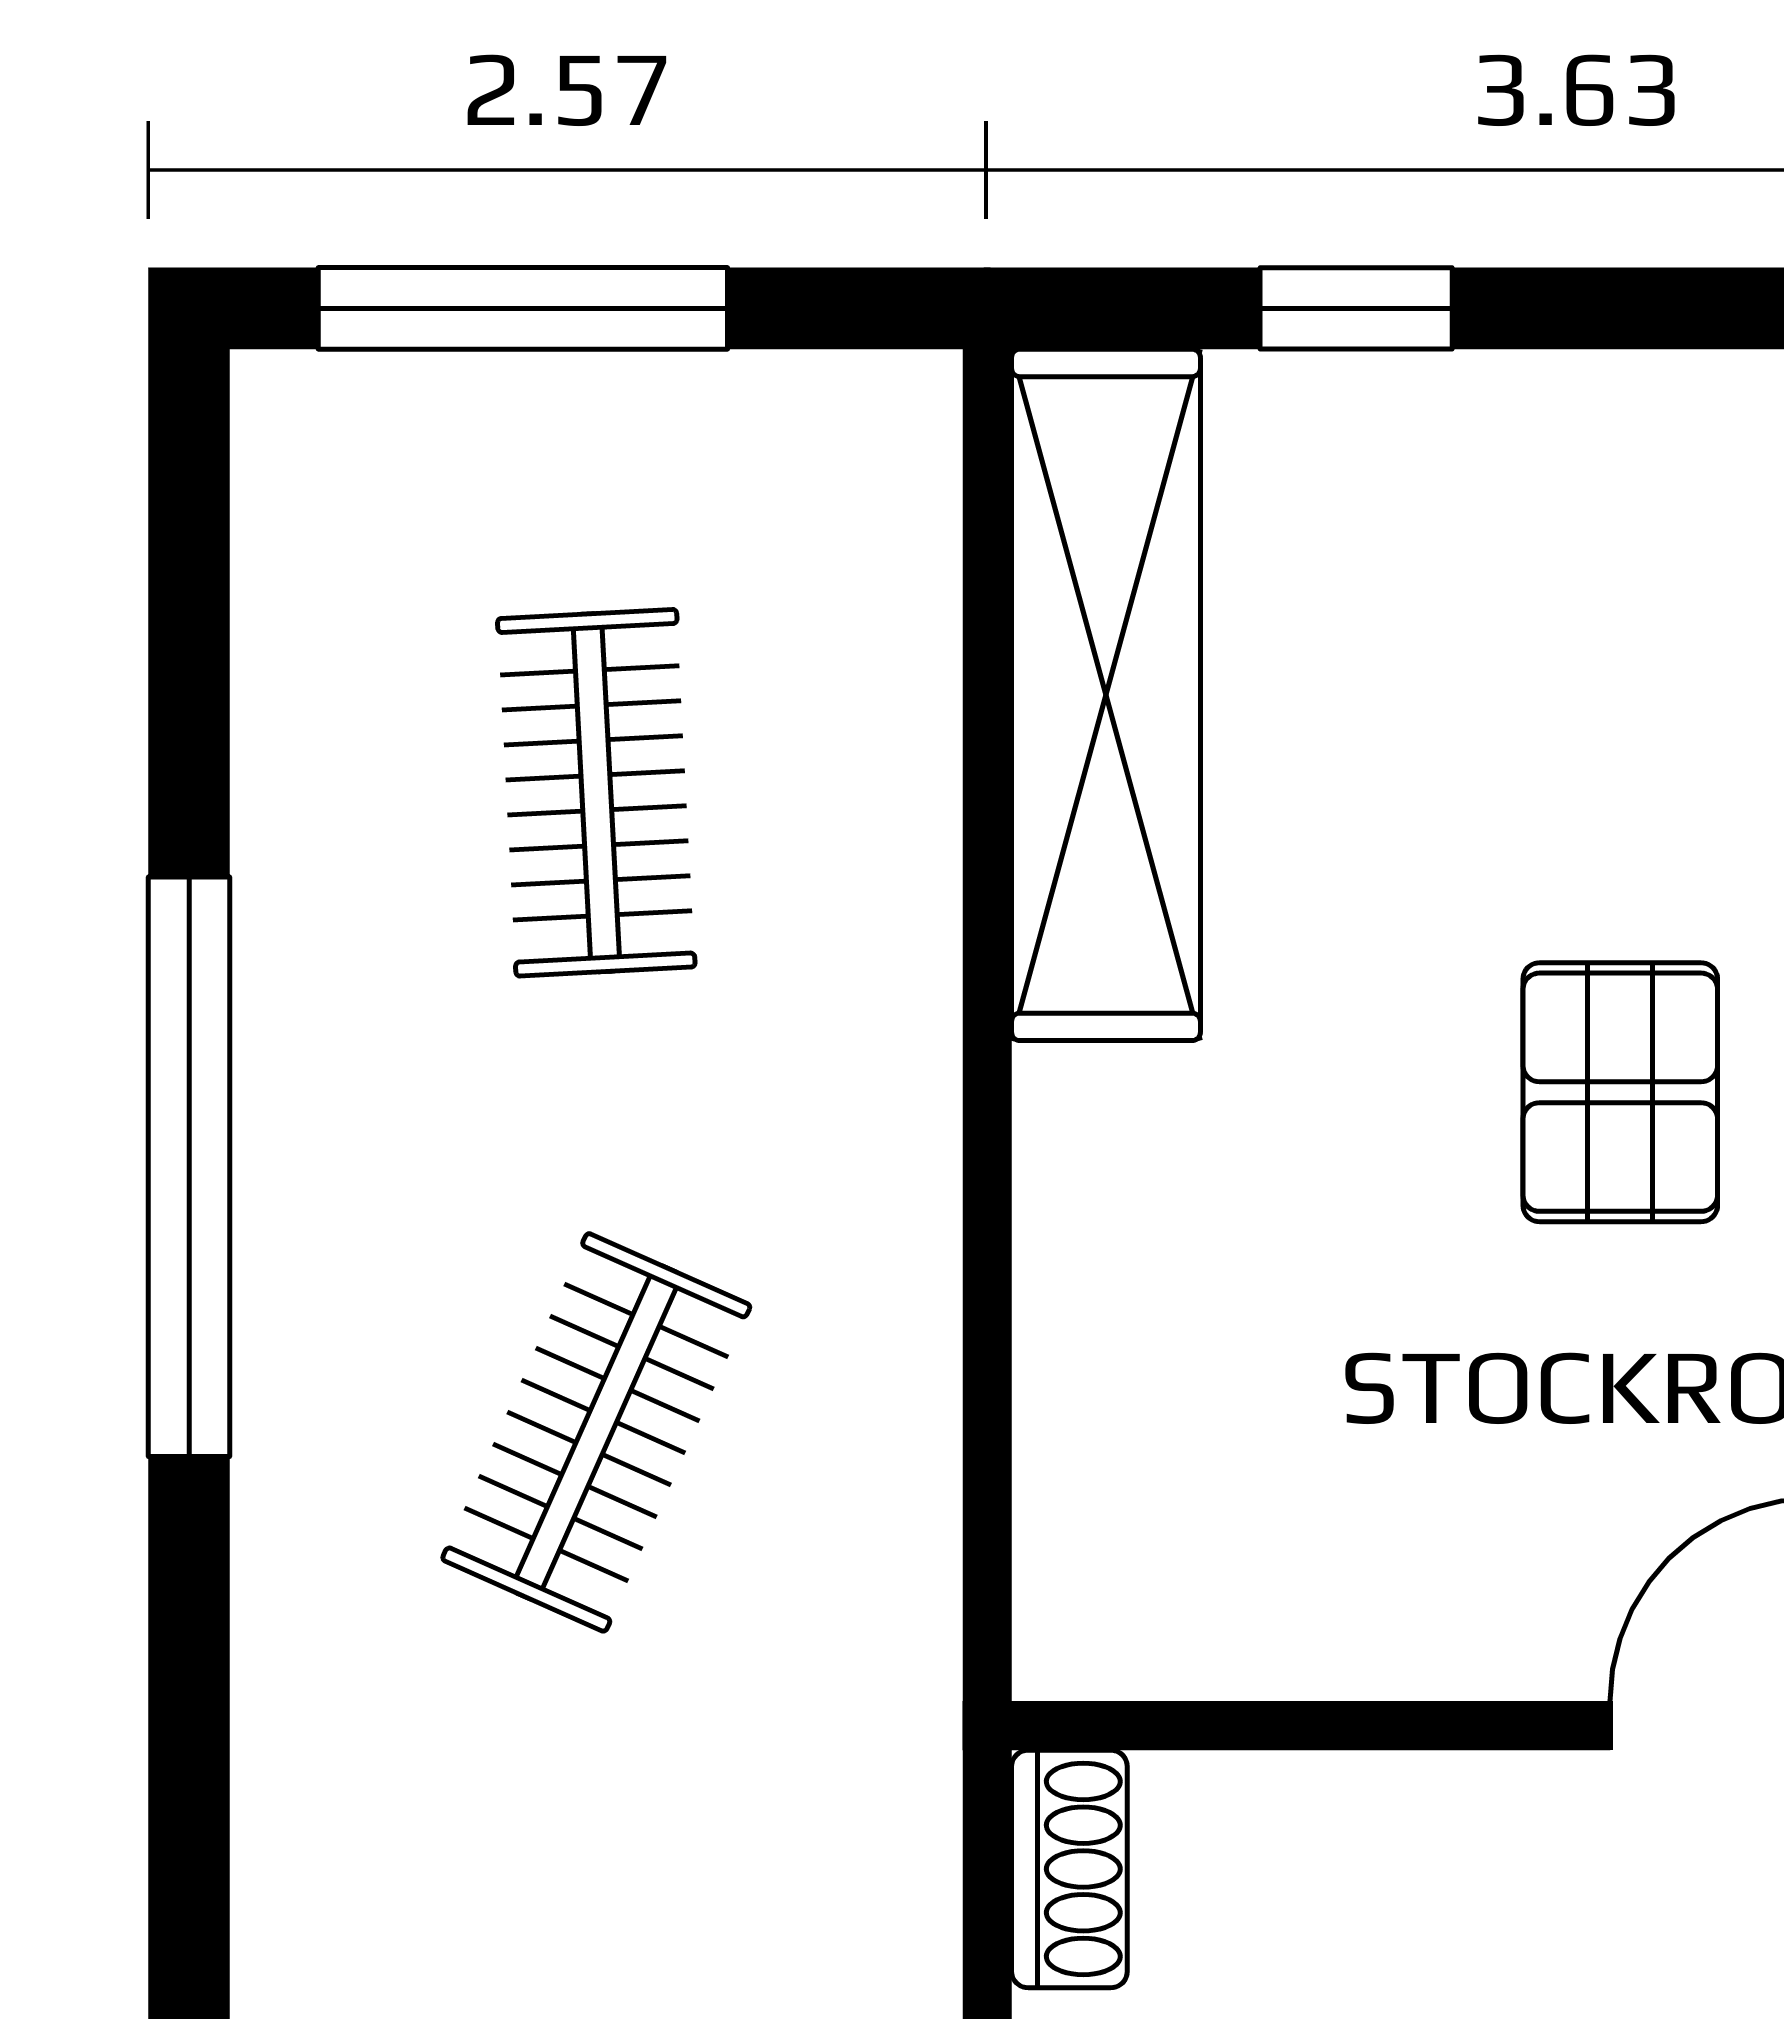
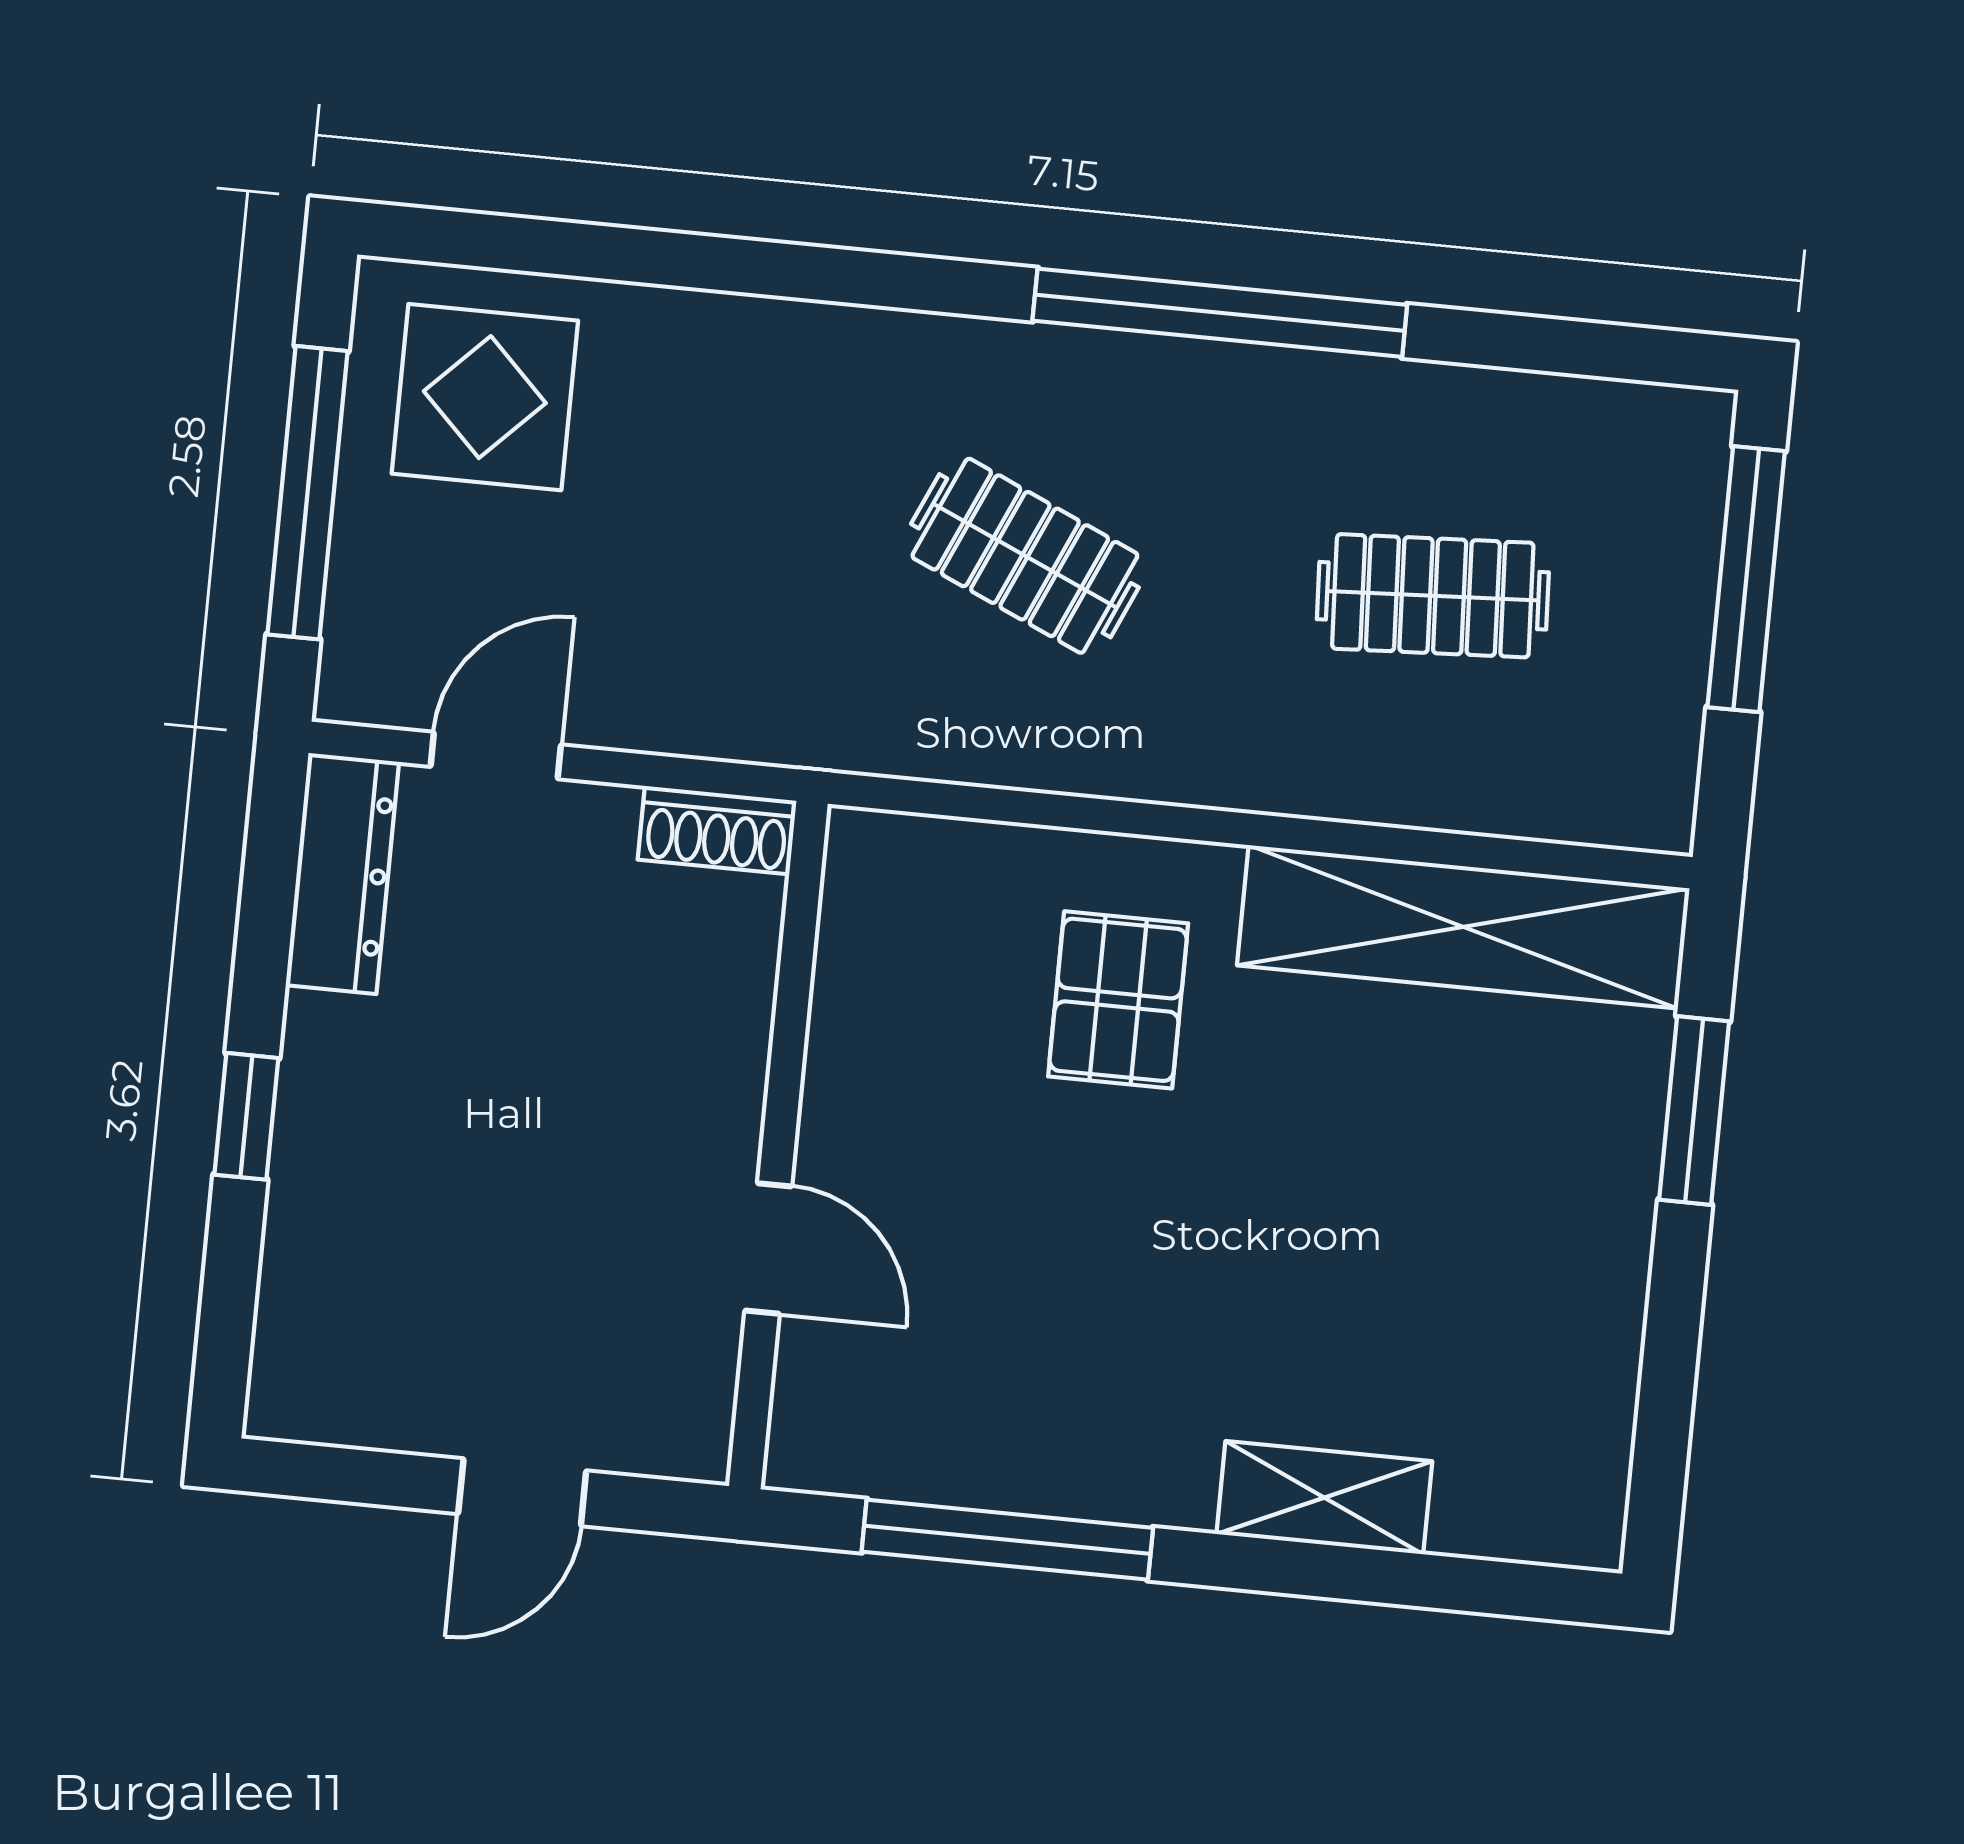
window: (1356, 308) -> (1694, 1111), width x1.50
pallet: (1620, 1092) -> (1118, 1000), moved, turned 90

